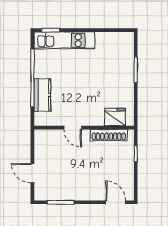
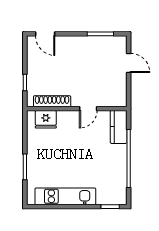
kitchen unit: (64, 40) -> (65, 196), moved
kitchen counter: (42, 95) -> (119, 127), moved
door: (73, 128) -> (88, 109), swing flipped

